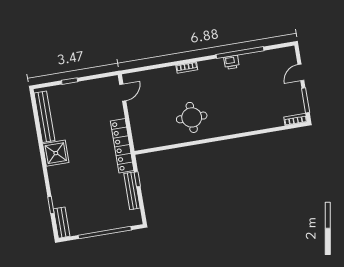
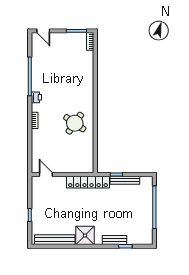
printer: (232, 62) -> (36, 97), moved
door: (301, 72) -> (43, 31), moved
round table: (192, 117) -> (75, 123), turned 35
bench: (62, 223) -> (115, 240), moved

